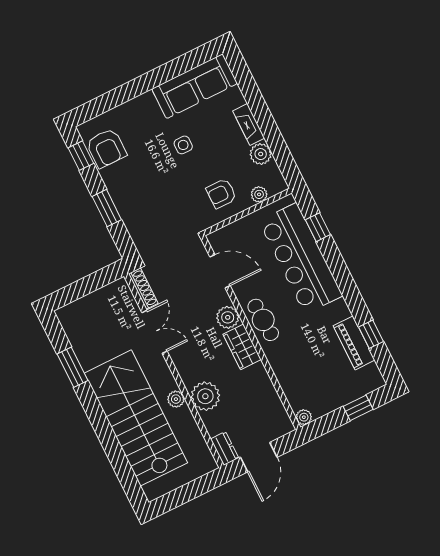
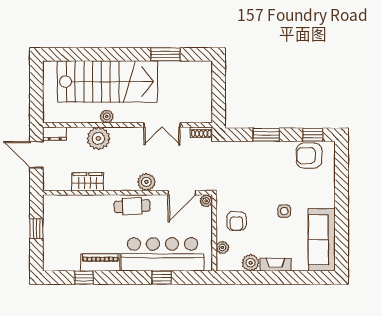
armchair: (221, 193) -> (236, 221), turned 180
window: (318, 227) -> (162, 278), moved
shoe rack: (143, 289) -> (201, 132), width x0.70
piano: (354, 343) -> (100, 262), moved
wardrobe: (242, 347) -> (88, 182), moved
window: (358, 408) -> (36, 228), moved
plant: (304, 417) -> (206, 201), moved

